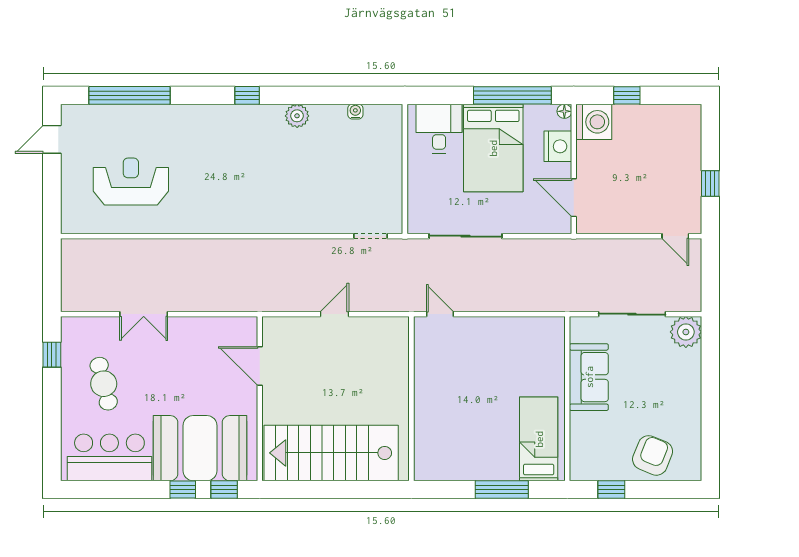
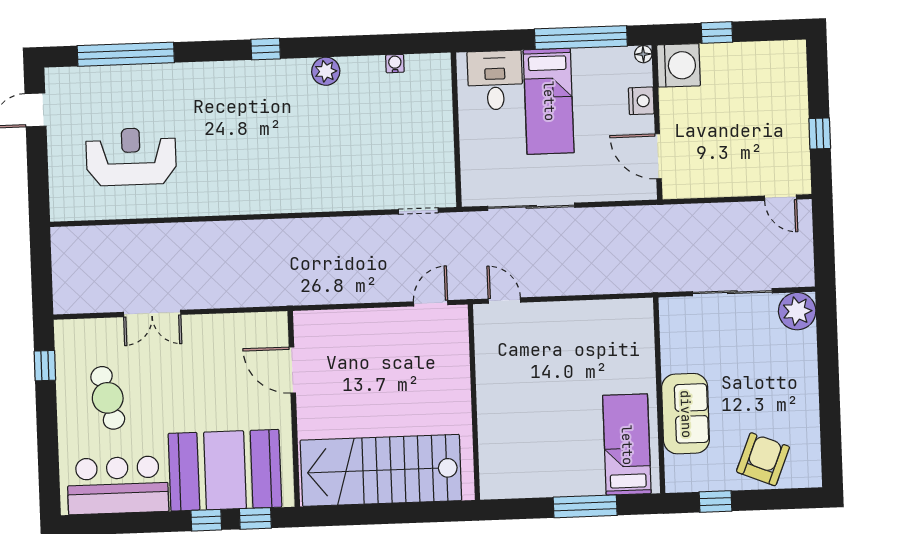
nightstand: (558, 146) -> (641, 101), width x0.74, depth x0.75
bed: (493, 148) -> (549, 101), width x0.67
door: (334, 314) -> (431, 303), moved
sofa: (589, 377) -> (686, 414), moved

